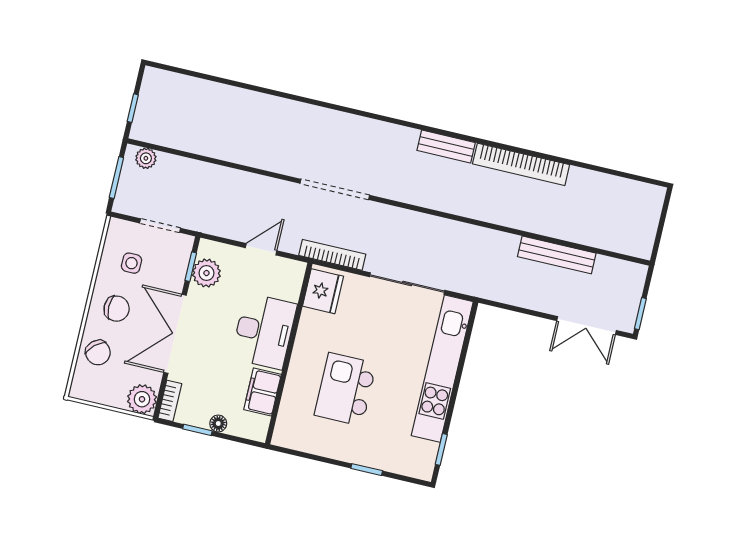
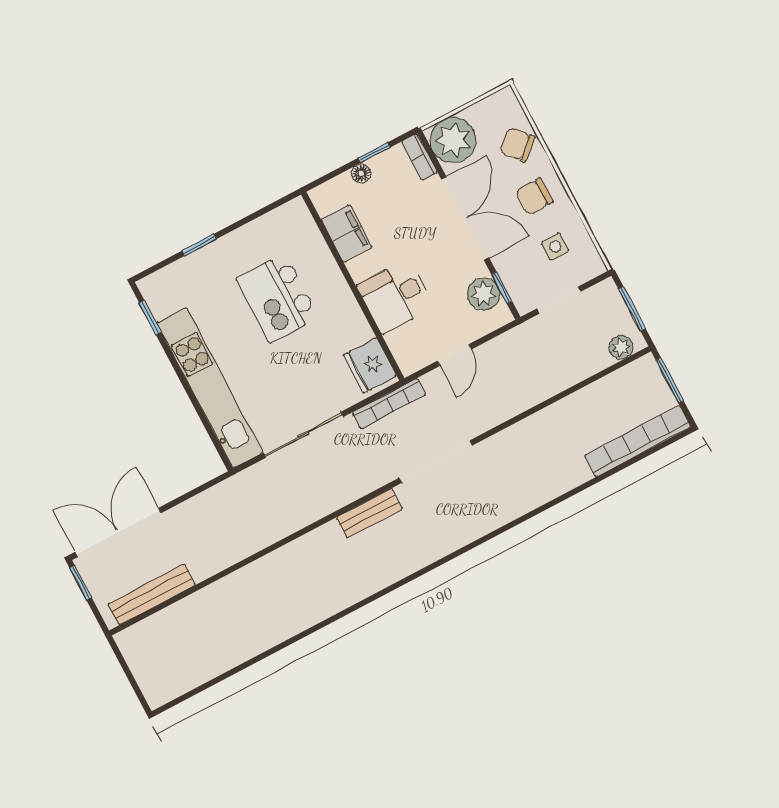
window: (133, 108) -> (670, 381), width x1.50
bench: (446, 147) -> (370, 513), moved
bookcase: (521, 164) -> (638, 441), moved
bench: (557, 255) -> (152, 594), moved
double door: (587, 326) -> (118, 532), width x1.37
desk: (264, 331) -> (396, 296), width x0.73
kitchen island: (345, 389) -> (278, 298), turned 180
plant: (142, 399) -> (453, 140), width x1.36, depth x1.36

